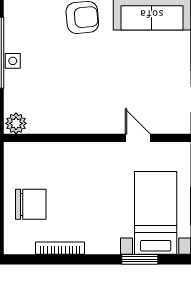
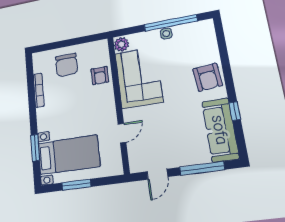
corner sofa: (67, 106) -> (139, 78), added
armchair: (55, 159) -> (100, 76), added

